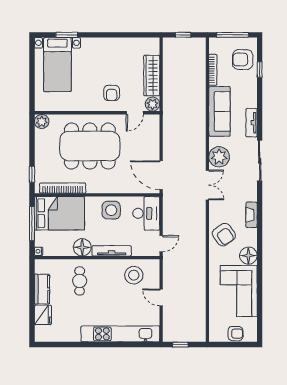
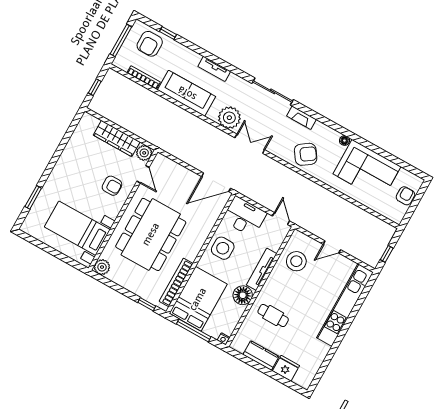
bed with nightstands: (57, 65) -> (77, 228), moved, turned 180
sliding door: (260, 161) -> (273, 91), moved
floor lamp: (248, 256) -> (344, 141), width x0.53, depth x0.53

